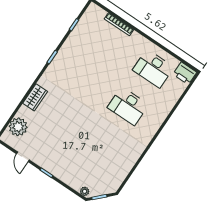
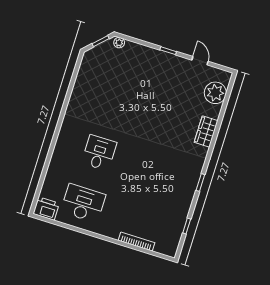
desk: (128, 106) -> (99, 153), width x0.73

